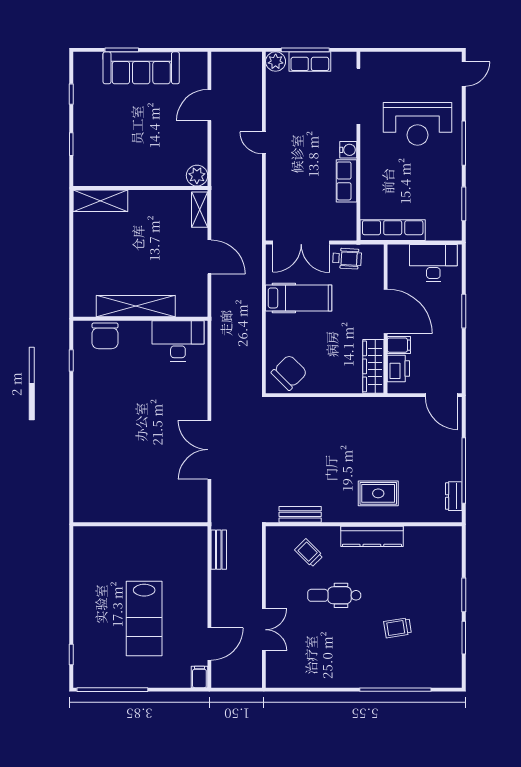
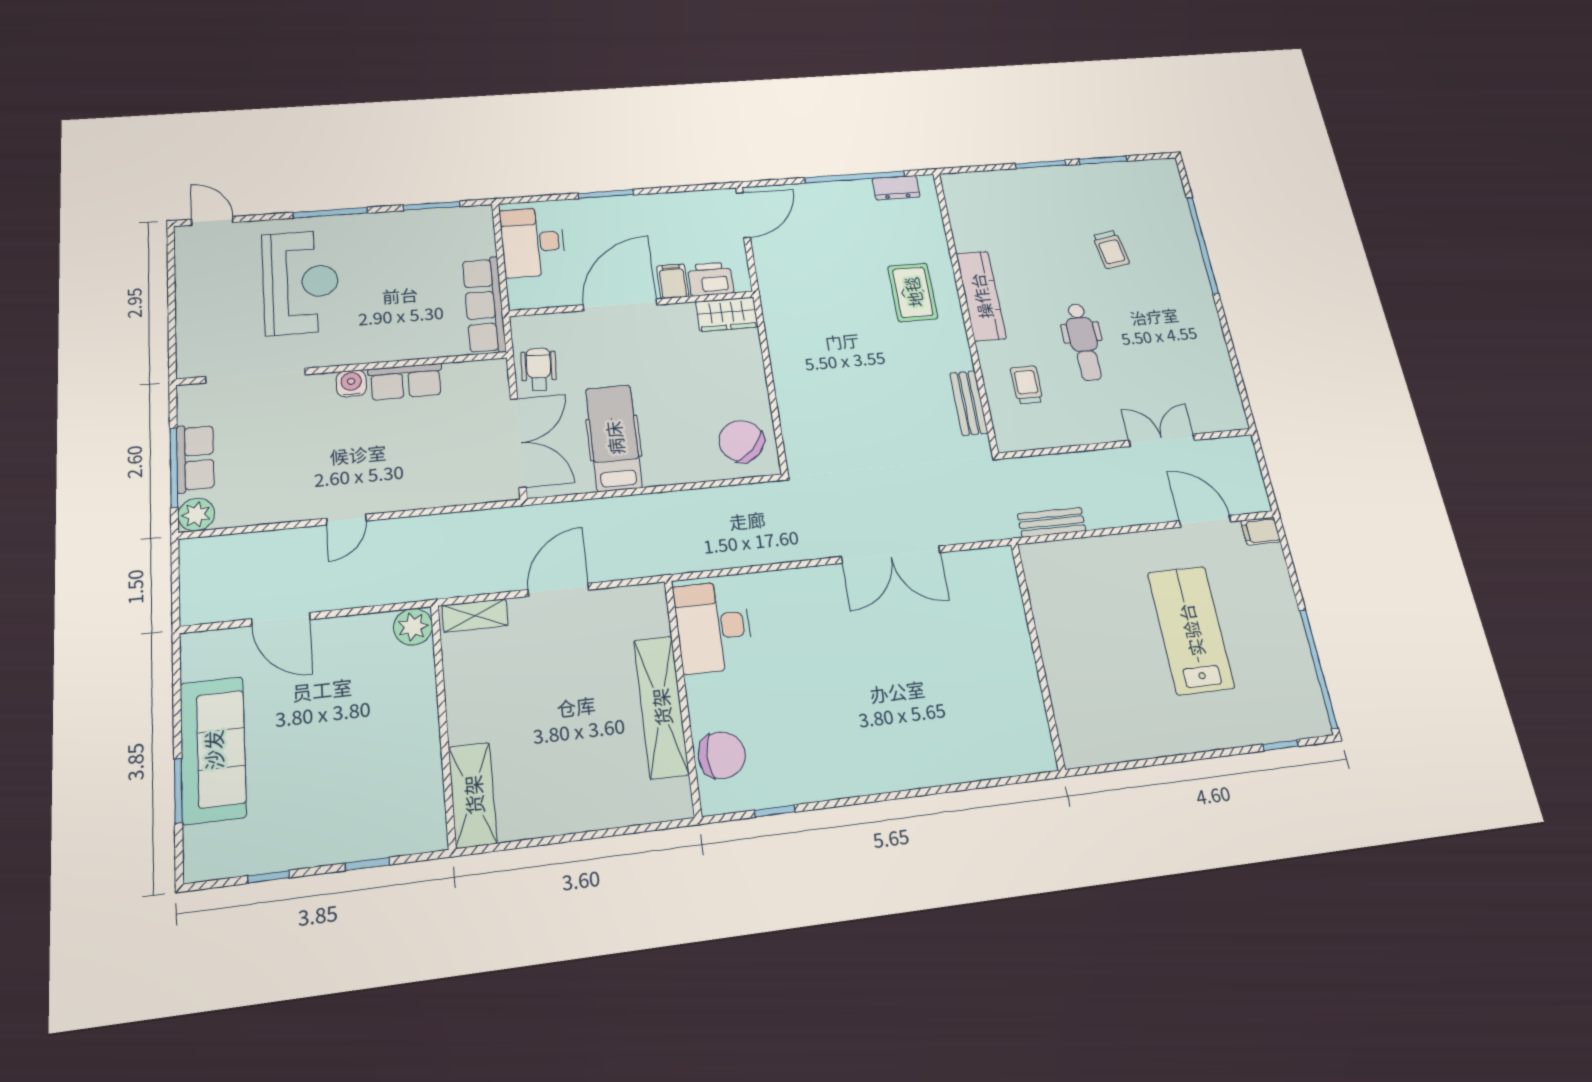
wardrobe: (373, 366) -> (727, 314), width x0.67
trolley: (309, 553) -> (1027, 385), turned 135
lab bench: (144, 618) -> (1191, 630), turned -90

